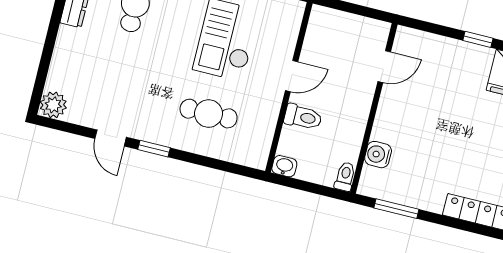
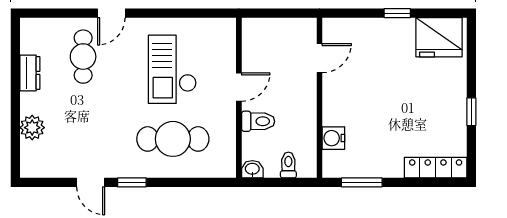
plant: (53, 105) -> (32, 128), moved
cafe table: (209, 114) -> (173, 139), width x1.37, depth x1.35
toilet: (345, 177) -> (288, 165), moved

